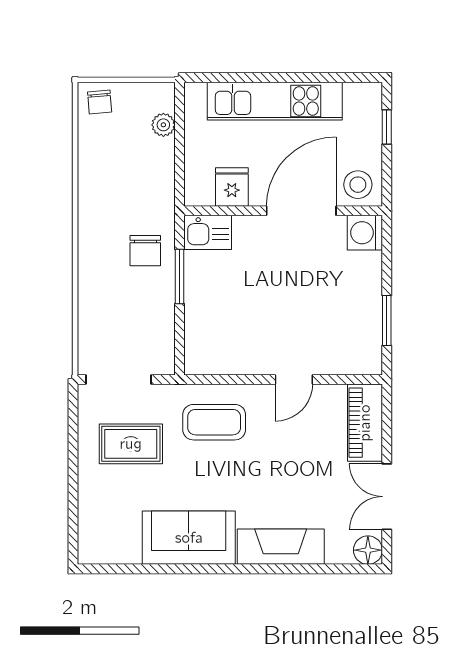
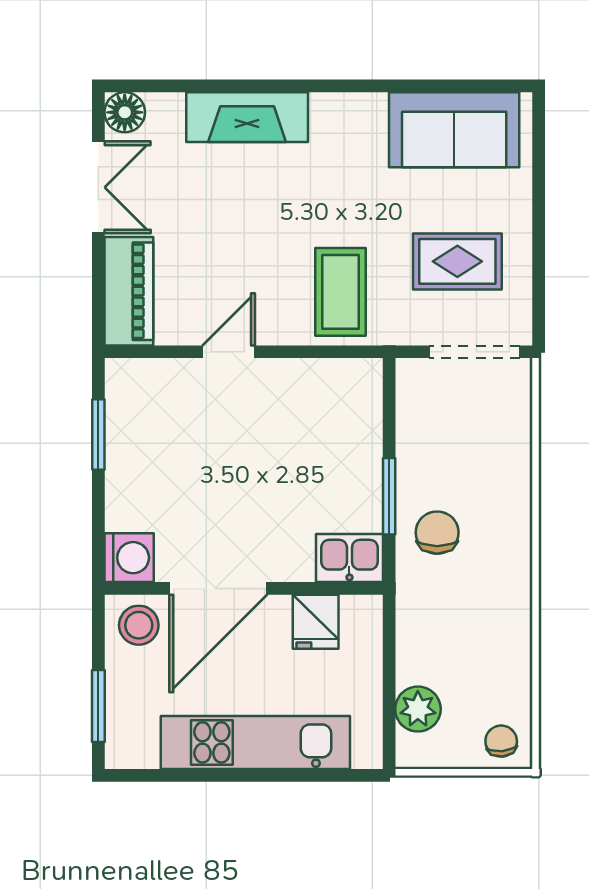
plant: (163, 125) -> (418, 709), width x1.38, depth x1.38
window: (387, 127) -> (98, 706), width x1.50
coffee table: (214, 422) -> (341, 292), turned 90
sofa: (189, 538) -> (454, 130), moved

